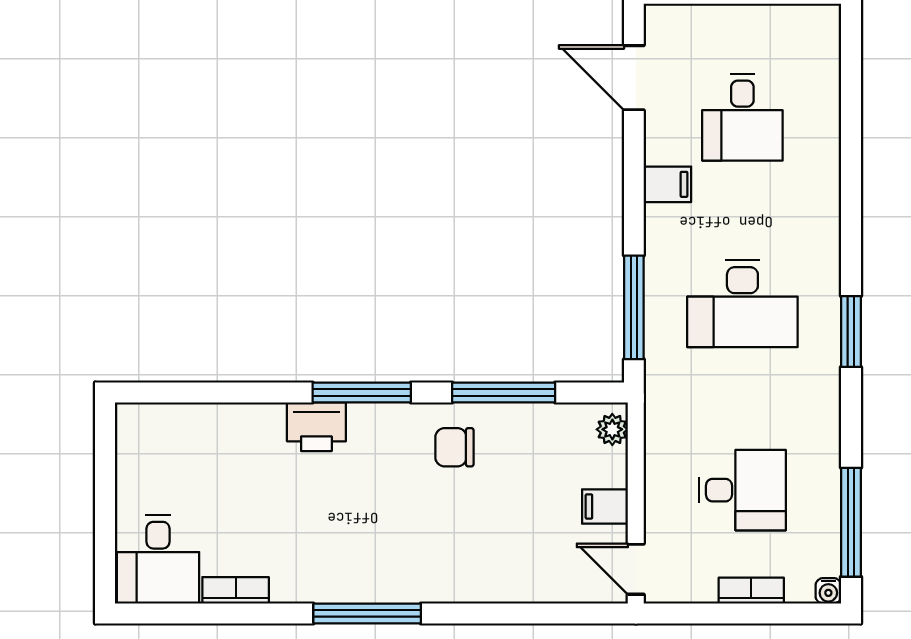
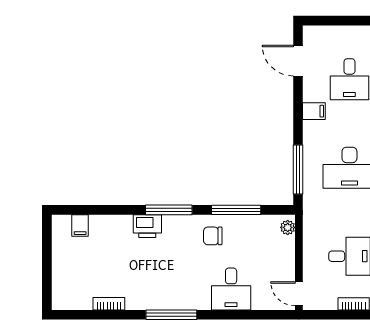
filing cabinet: (605, 507) -> (80, 225), moved, turned -90
desk: (158, 559) -> (231, 289), moved

